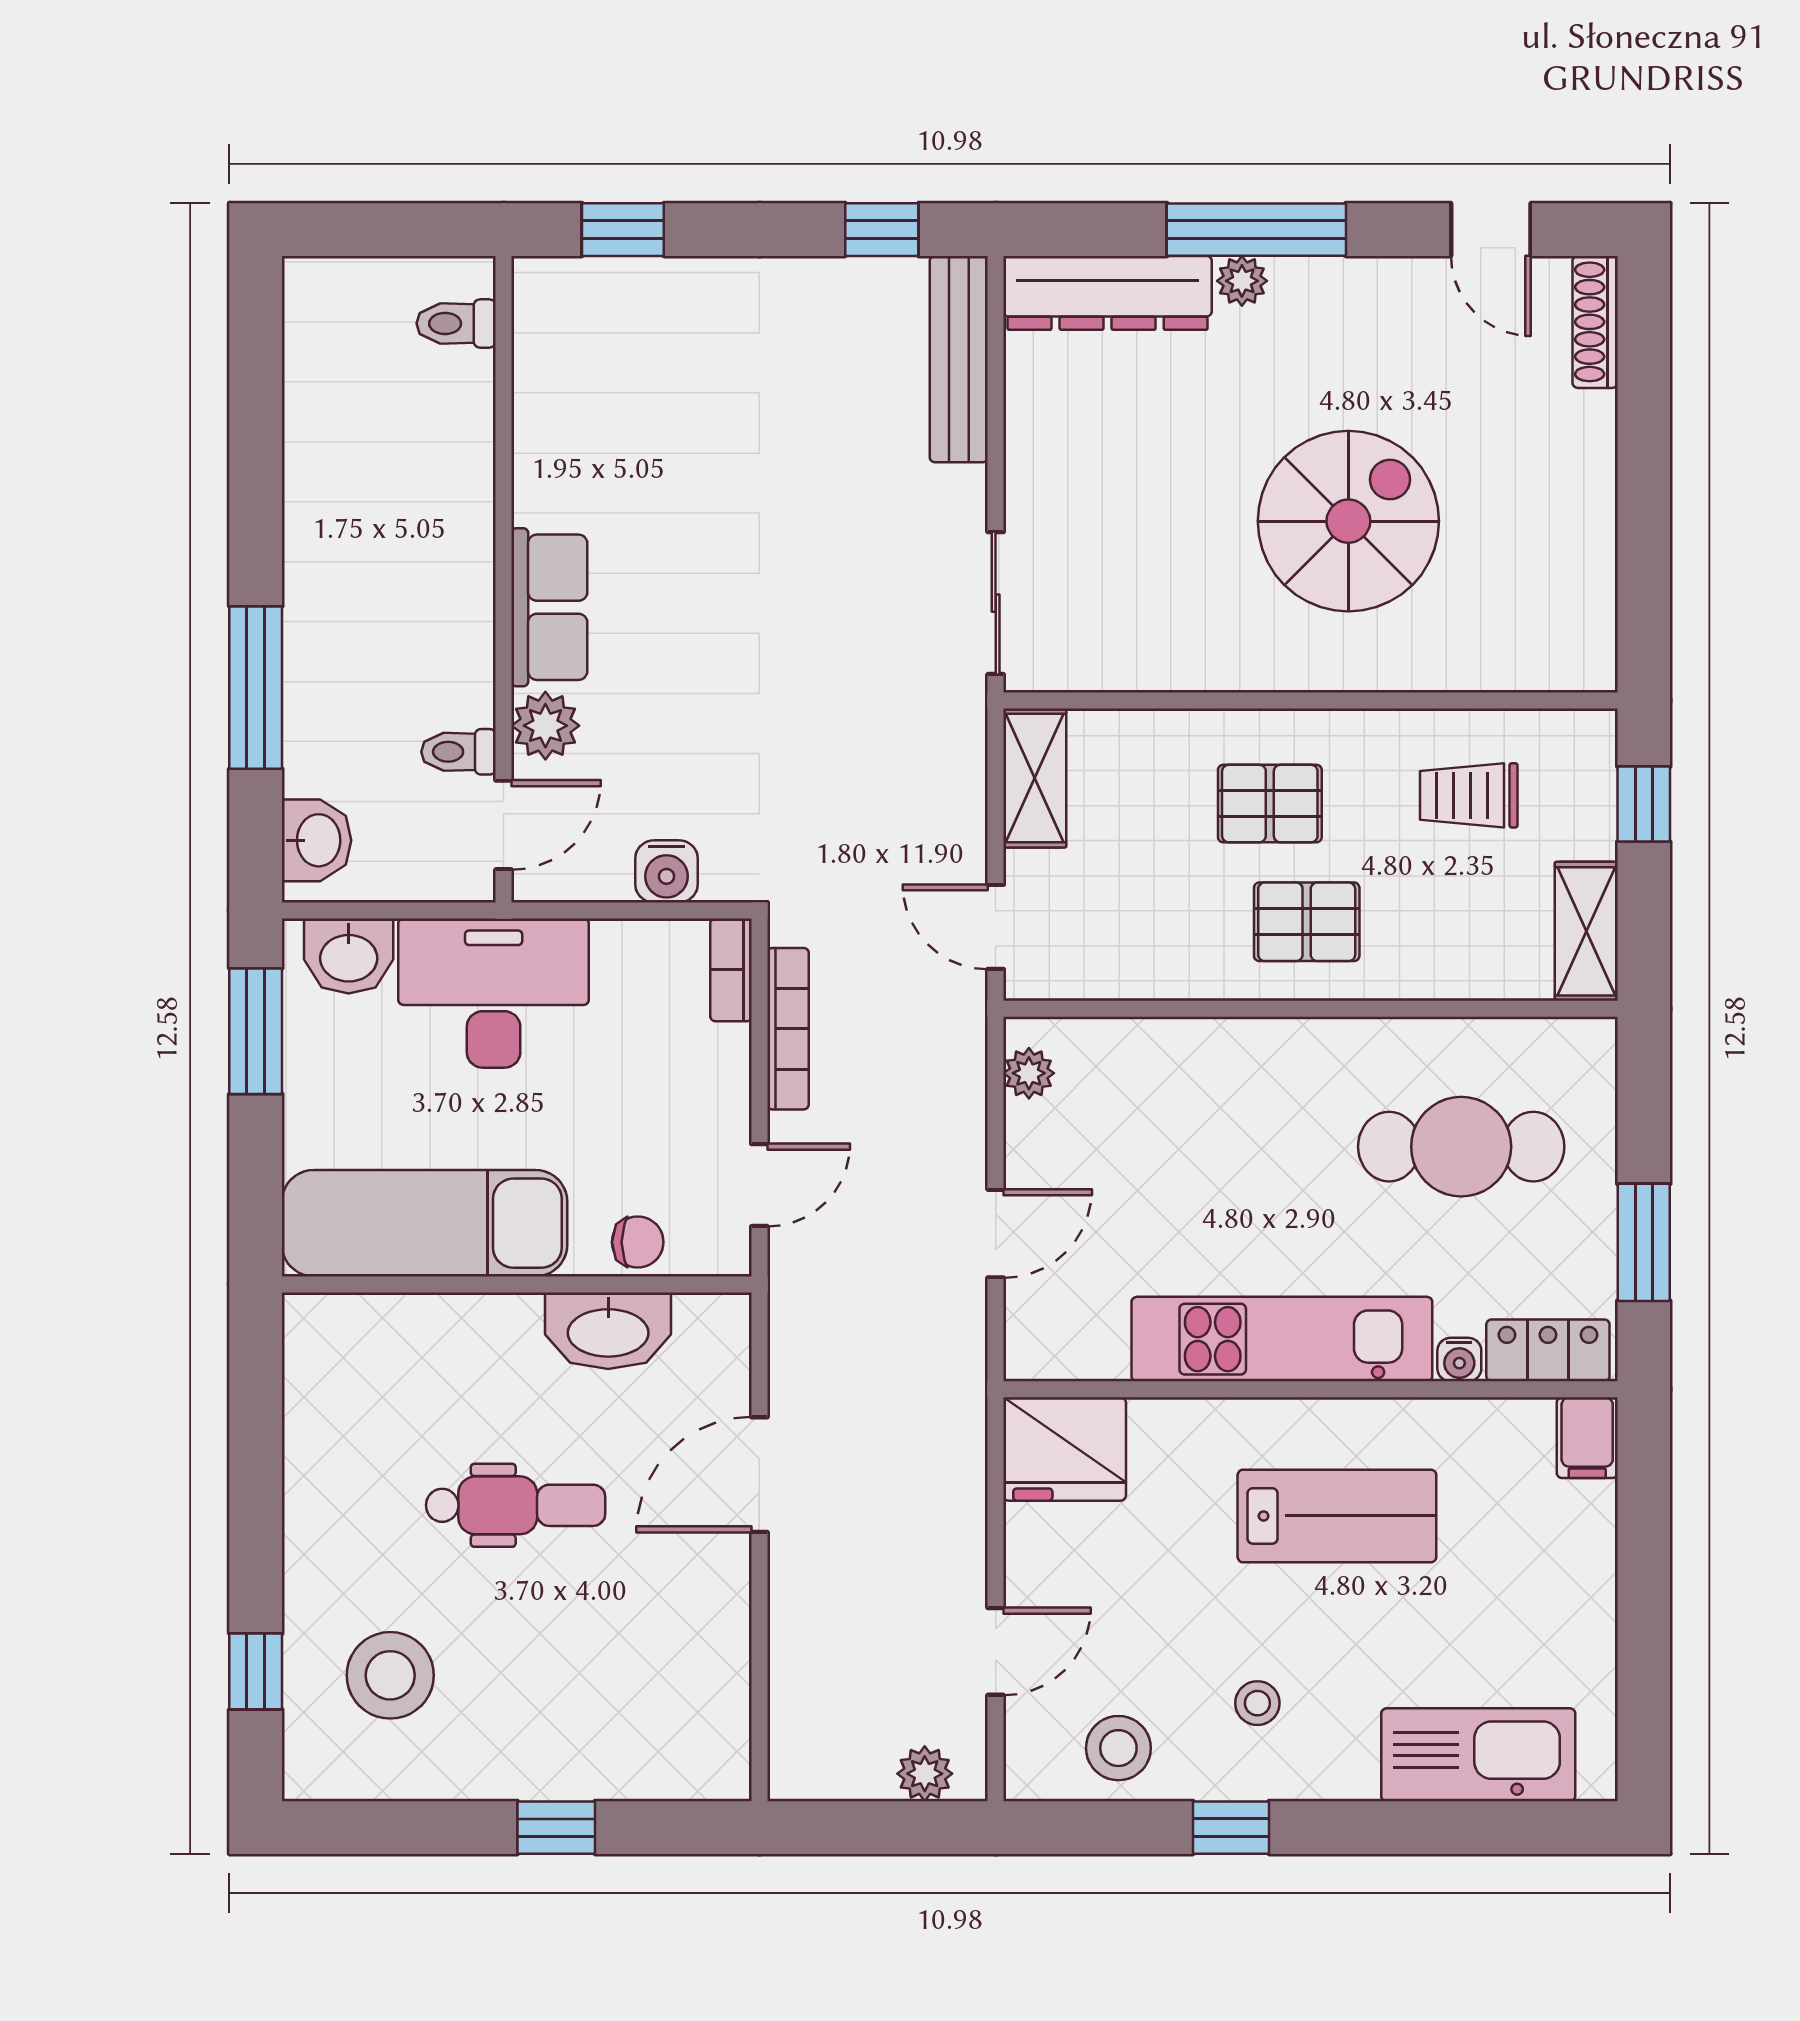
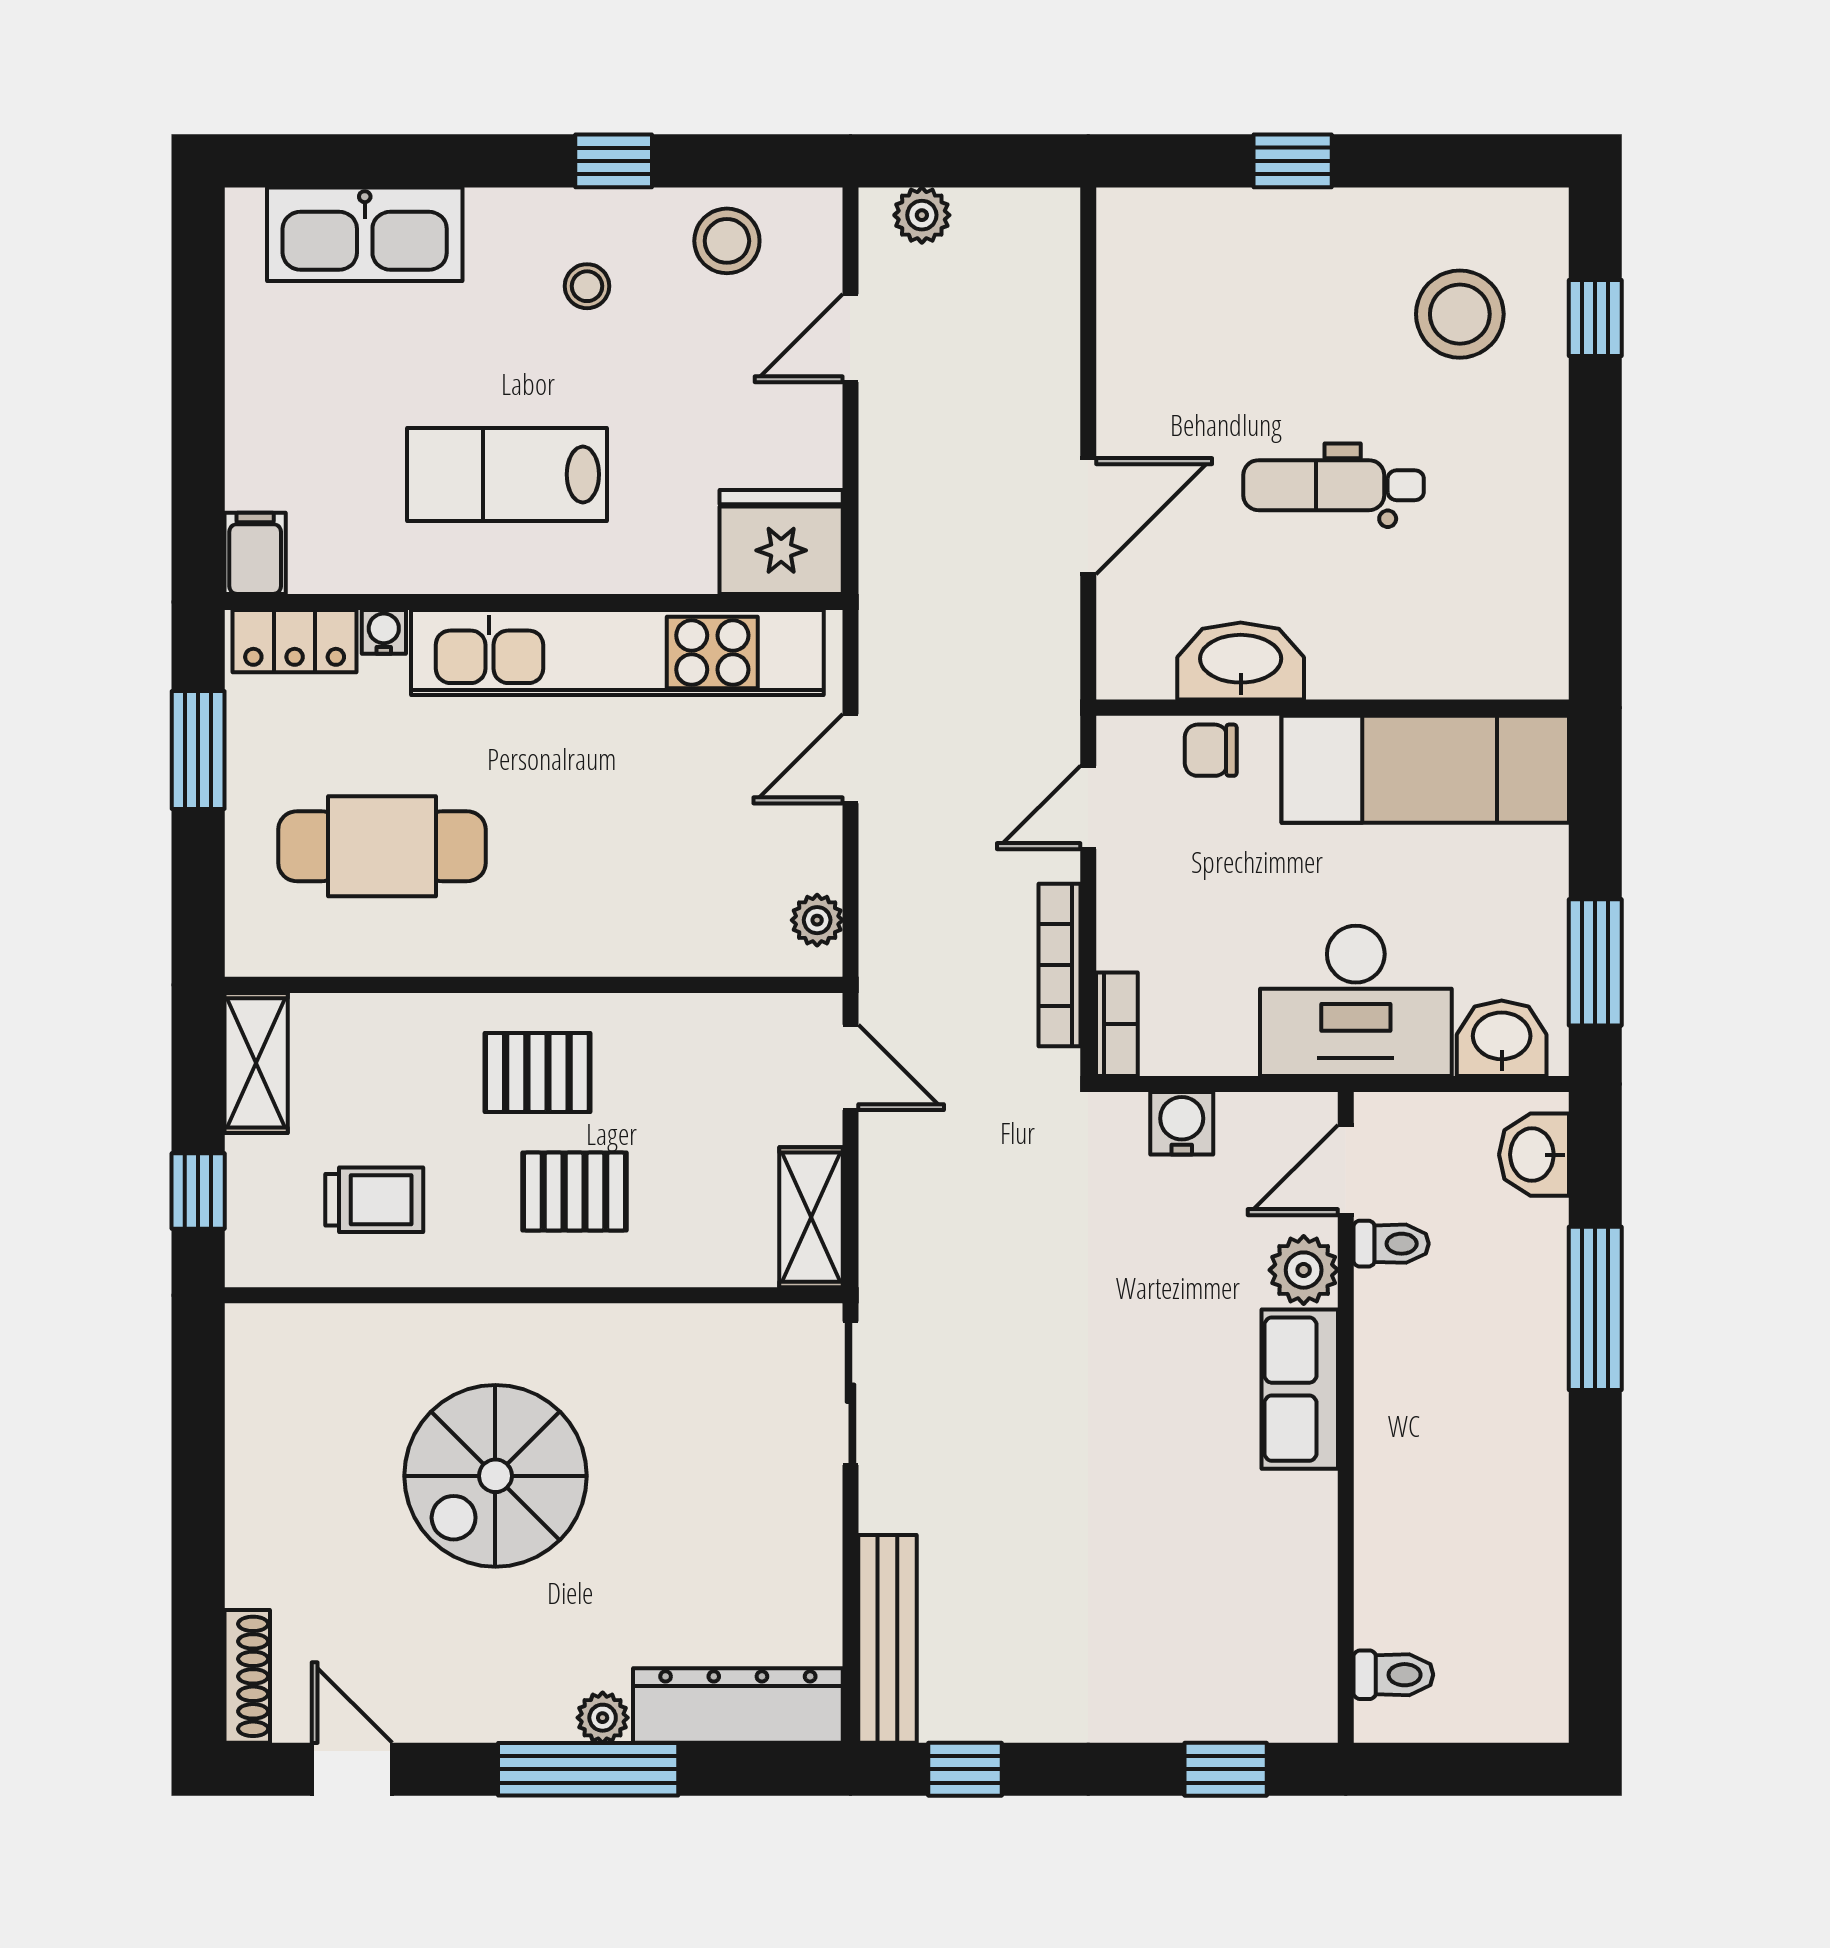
kitchen unit: (1282, 1339) -> (617, 653), width x1.36

